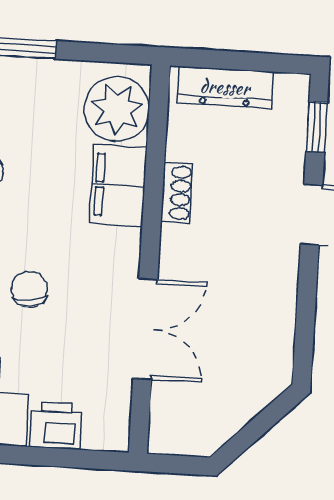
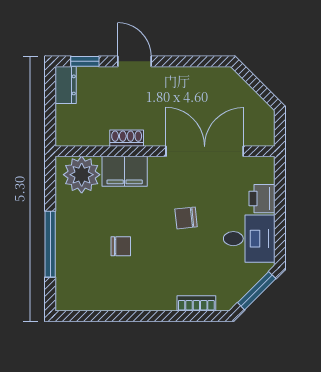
dresser: (225, 87) -> (66, 85), moved, width x0.70
double door: (145, 329) -> (205, 151), width x1.37

